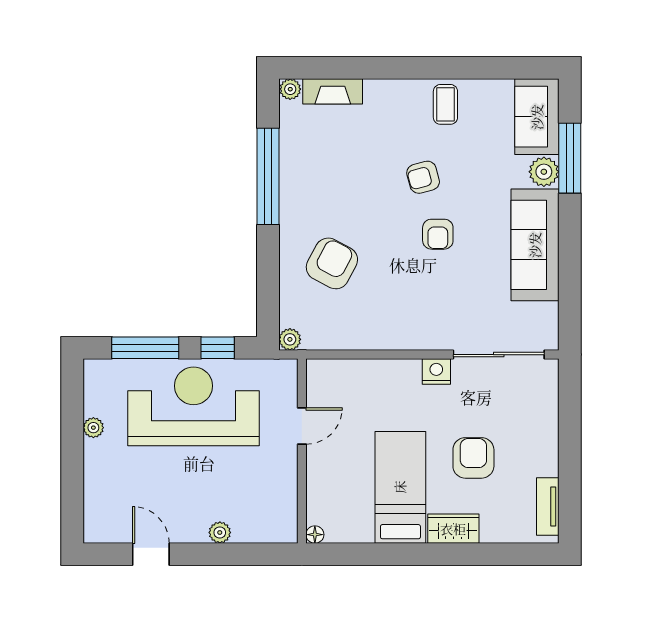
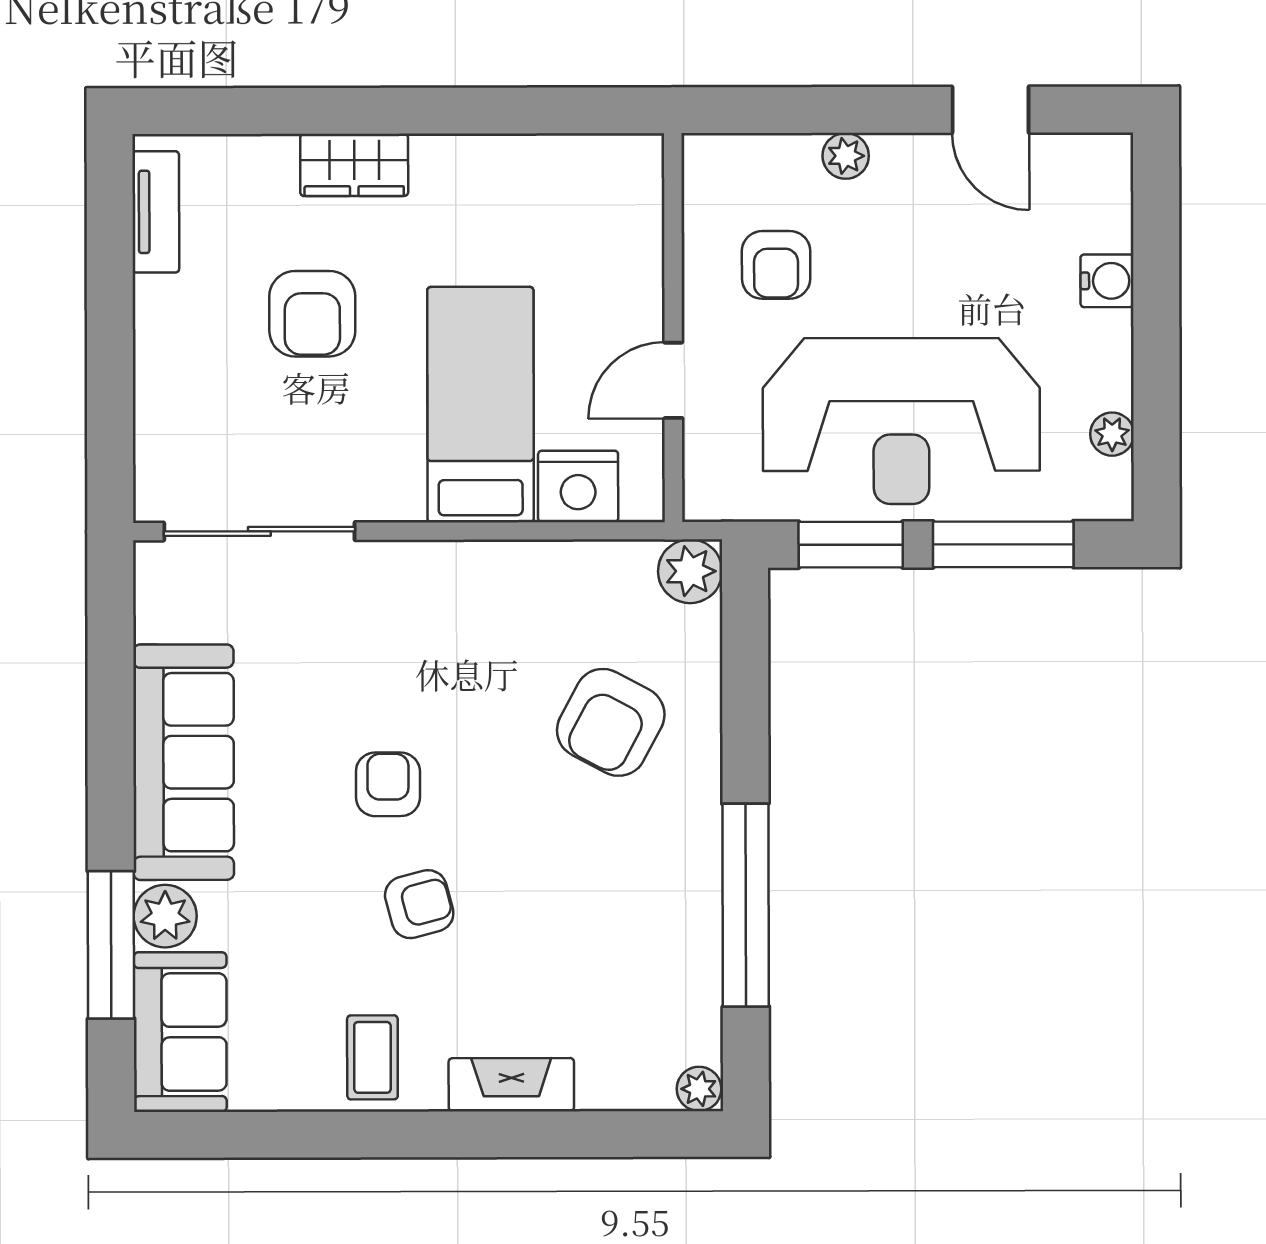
fireplace: (333, 91) -> (511, 1085), moved
plant: (290, 339) -> (690, 571), width x1.38, depth x1.38
window: (218, 348) -> (851, 545), width x1.50
nightstand: (436, 371) -> (578, 486), moved, width x1.36, depth x1.33
plant: (93, 428) -> (1112, 434), moved
water cooler: (96, 473) -> (1107, 281), added
armchair: (253, 481) -> (776, 265), added
bed: (400, 487) -> (480, 405), moved, turned 180
floor lamp: (315, 535) -> (646, 152), removed

